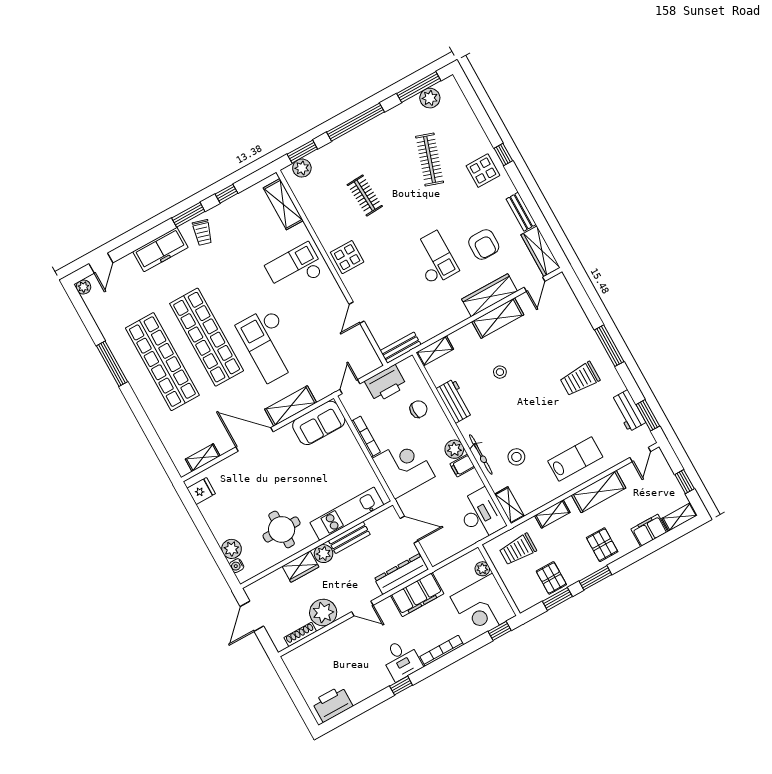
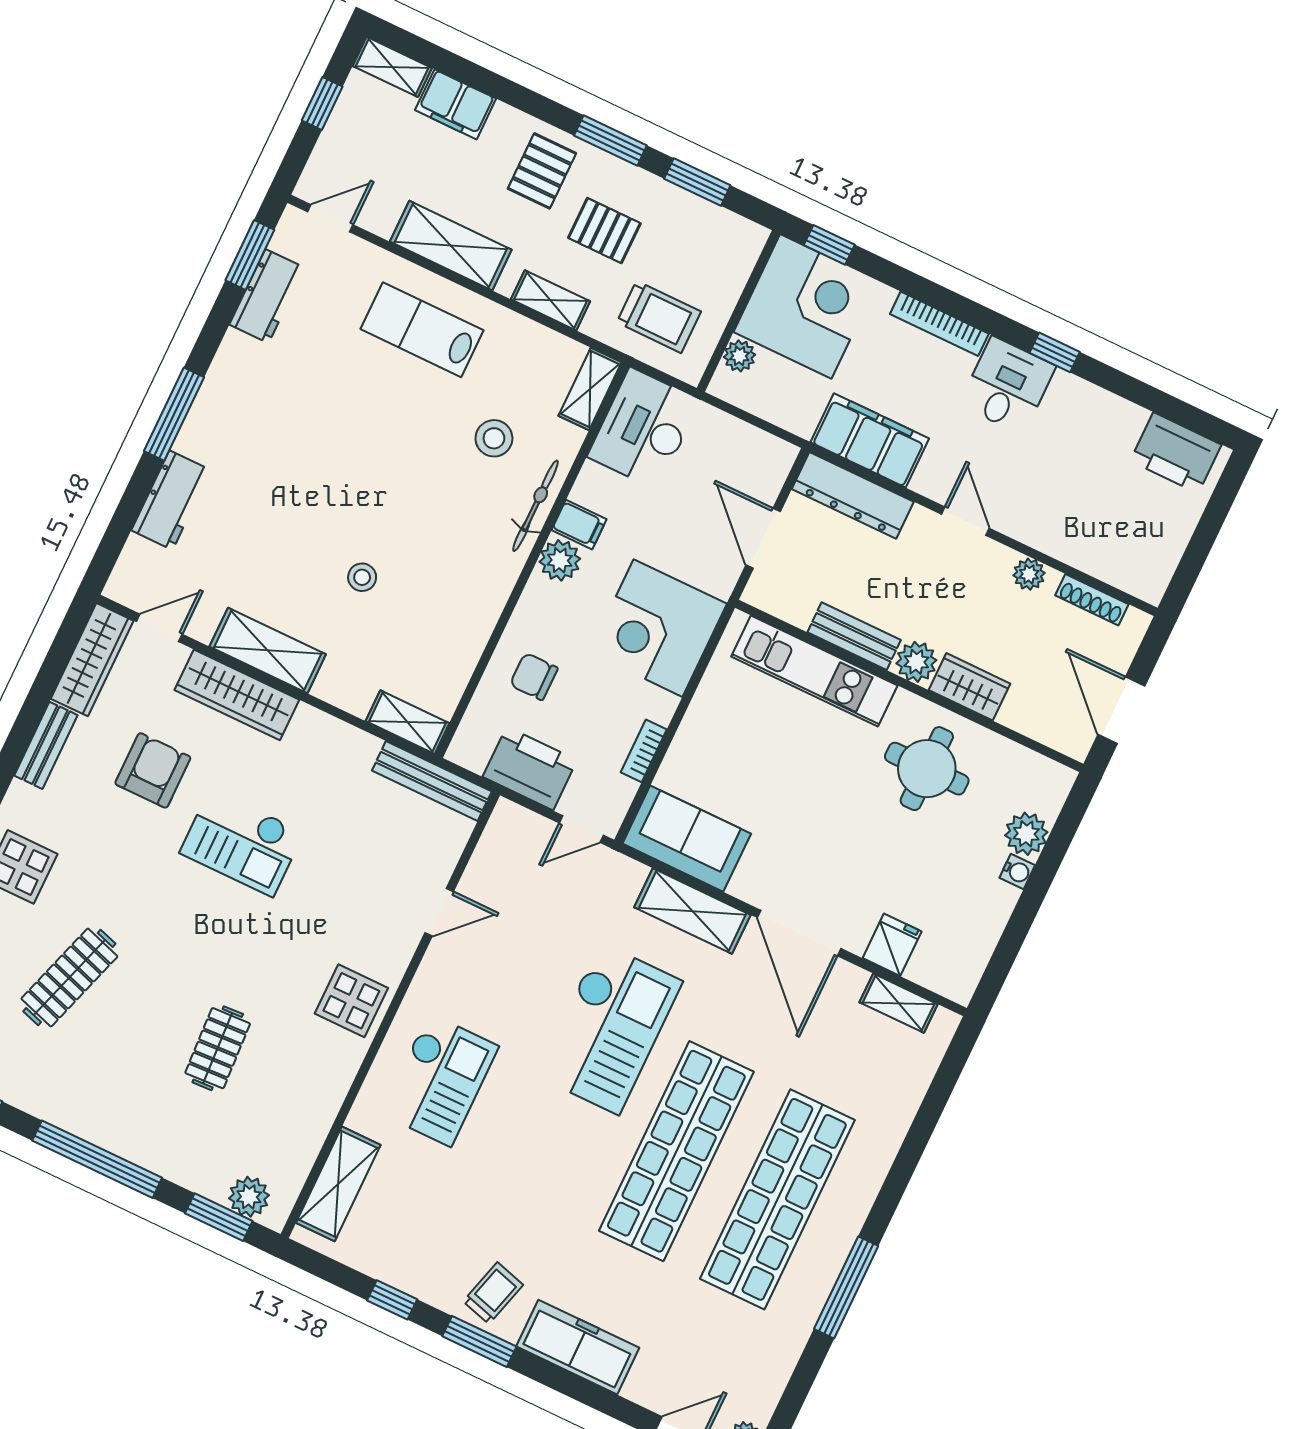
checkout: (434, 258) -> (242, 842), turned -90
checkout: (295, 269) -> (440, 1080), turned -90
bench: (401, 348) -> (432, 781), width x1.36
trolley: (580, 379) -> (272, 424), removed
workbench: (455, 401) -> (171, 500), moved, turned 180
bookcase: (366, 437) -> (644, 751), width x0.64
fridge: (201, 491) -> (892, 945), moved, turned 90
water cooler: (237, 566) -> (1017, 871), moved
pallet: (551, 578) -> (604, 231), moved, turned 90
plant: (323, 613) -> (1029, 574), width x0.53, depth x0.53
door: (252, 616) -> (1121, 710), swing flipped

